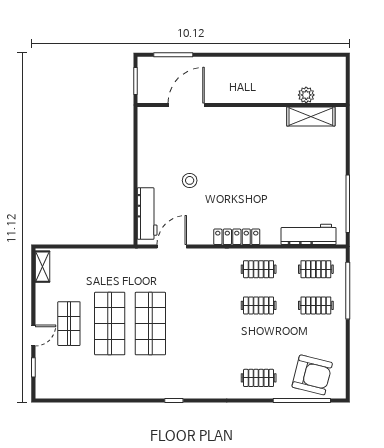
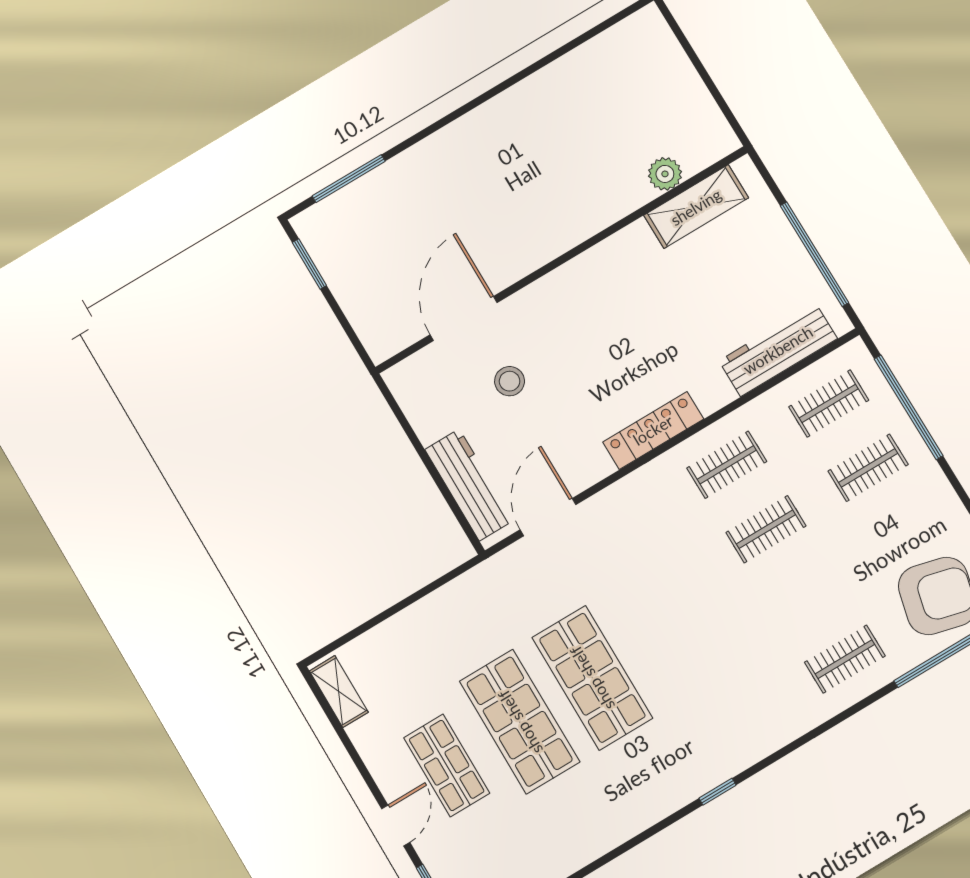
plant: (306, 95) -> (665, 174), moved
door: (186, 105) -> (464, 319), moved
wall: (242, 105) -> (562, 260), moved
shelving: (311, 117) -> (696, 207), moved

